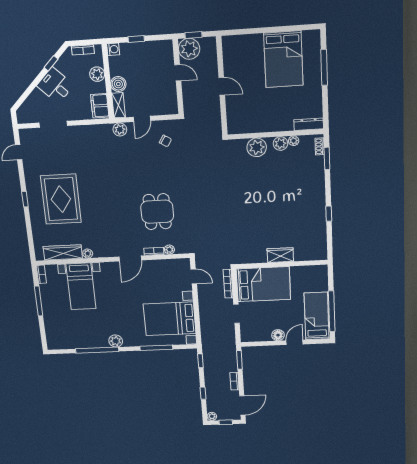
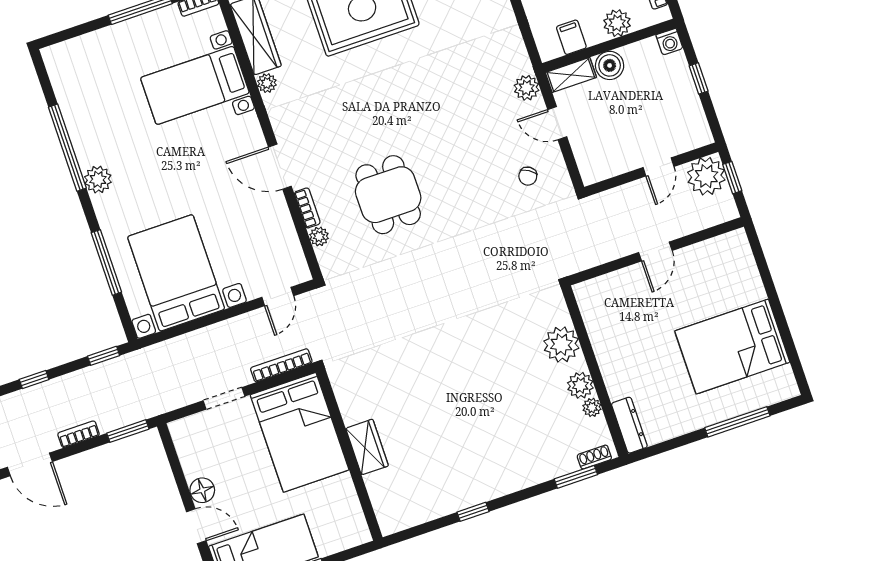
filing cabinet: (100, 106) -> (571, 37), width x0.50
dining table: (157, 212) -> (388, 195), turned 90

